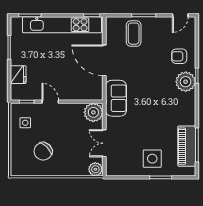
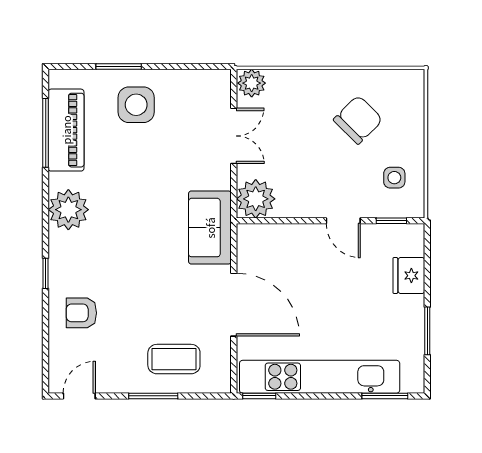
coffee table: (134, 34) -> (174, 359), turned 90
armchair: (179, 56) -> (81, 313), turned 180
plant: (186, 82) -> (68, 210), moved

